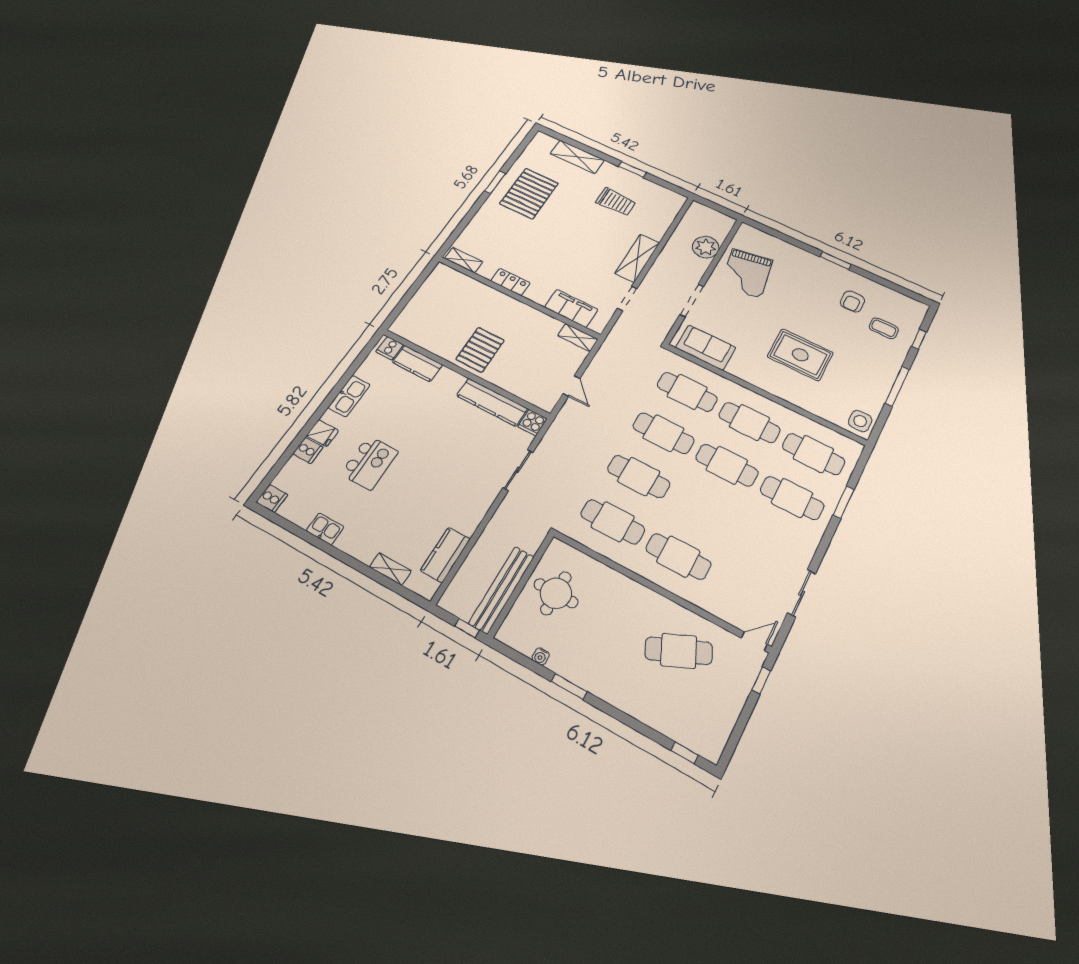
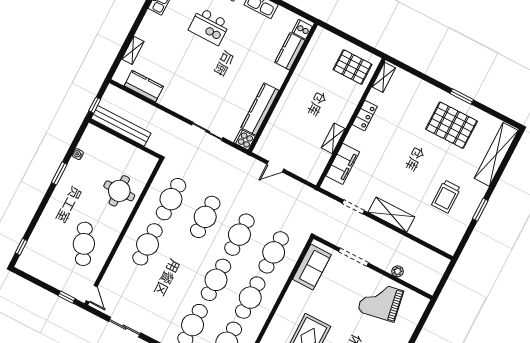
shelving: (577, 157) -> (496, 154), width x1.47
plant: (706, 247) -> (398, 271), width x0.53, depth x0.53
shelving: (578, 337) -> (333, 138), moved
pallet: (480, 350) -> (352, 67), moved
round table: (556, 593) -> (119, 191), moved

